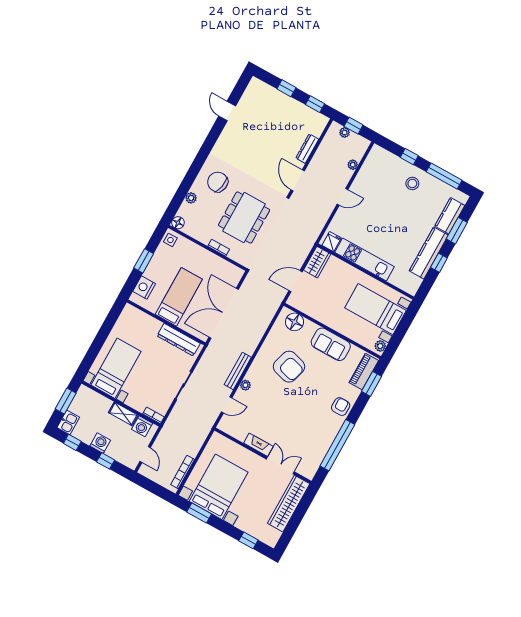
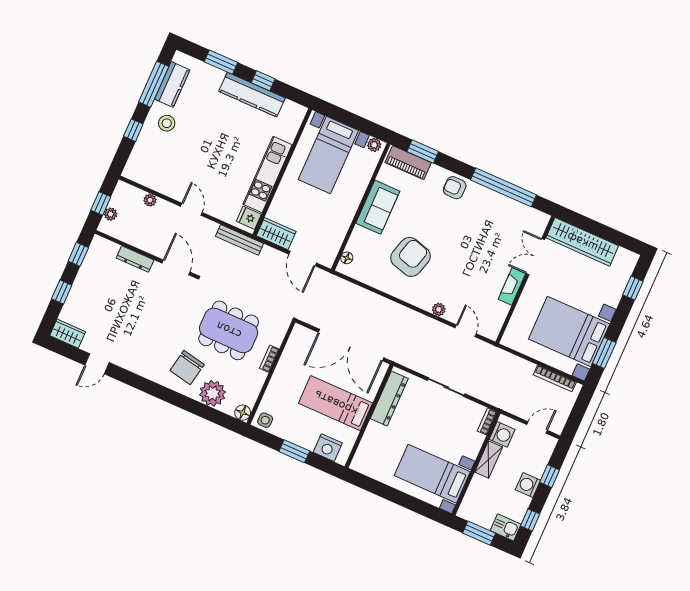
wardrobe: (253, 90) -> (68, 334), added
door: (298, 180) -> (176, 267), swing flipped
plant: (191, 198) -> (213, 393), width x1.87, depth x1.87
kitchen counter: (450, 216) -> (172, 85), moved, turned -90
floor lamp: (295, 322) -> (347, 258), width x0.53, depth x0.53
bench: (238, 371) -> (239, 240), moved

